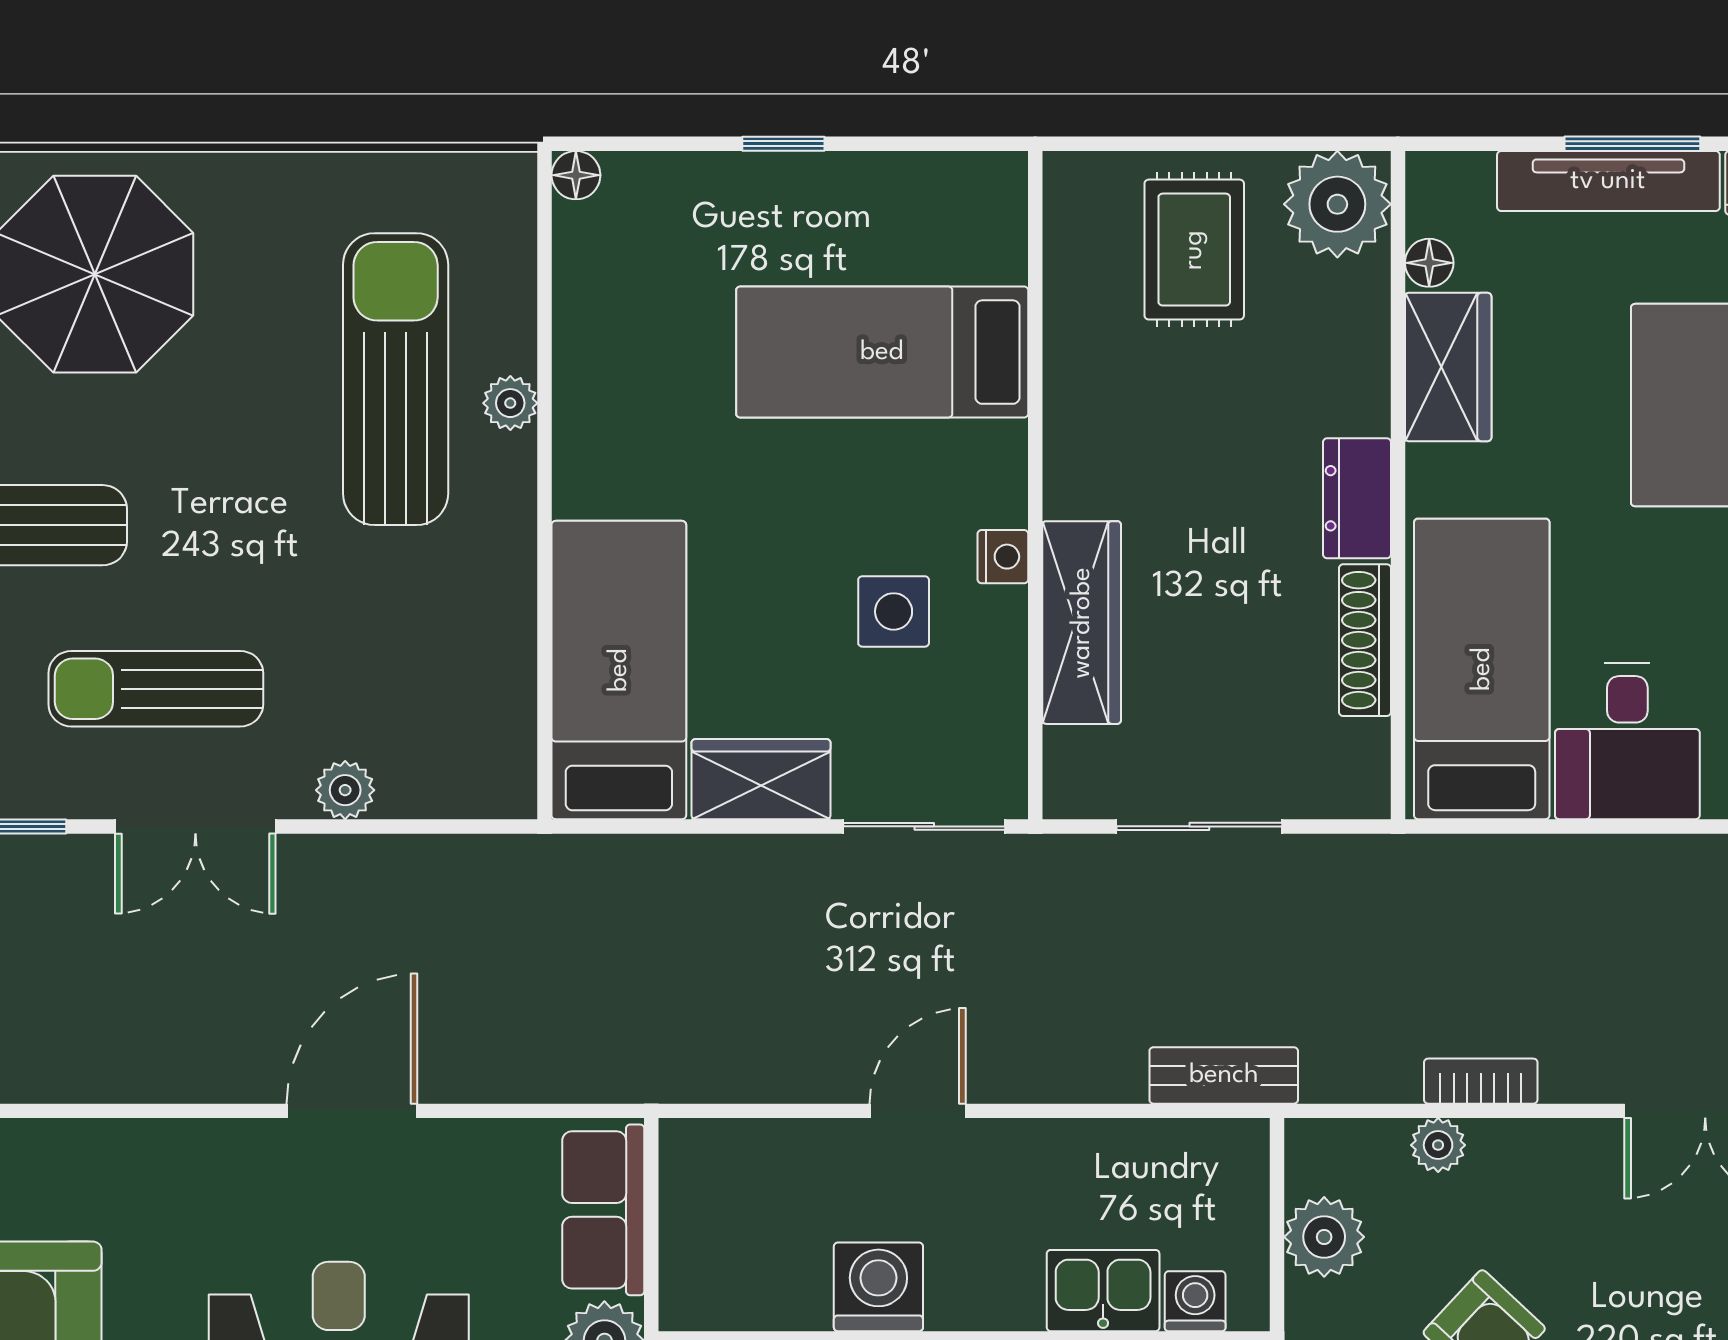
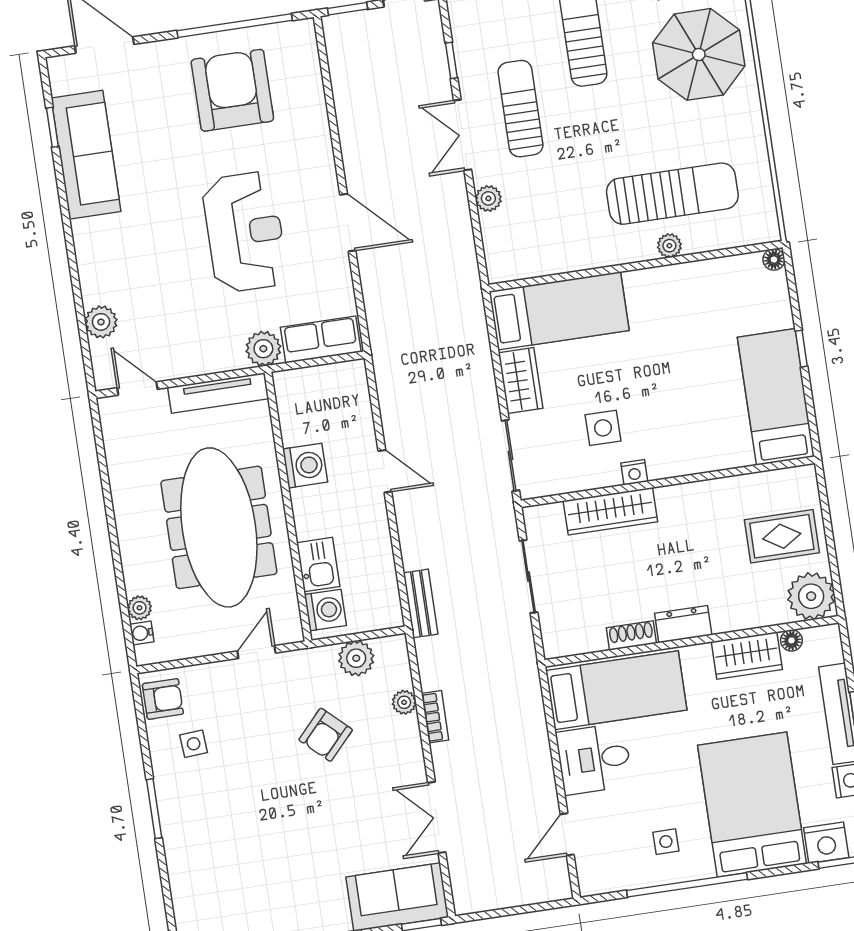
bed: (882, 352) -> (776, 397), moved
shoe rack: (1365, 640) -> (631, 635), width x0.70
washing machine: (1195, 1301) -> (325, 610), width x1.38, depth x1.38

